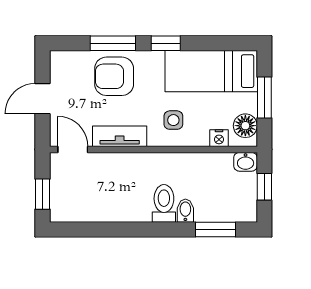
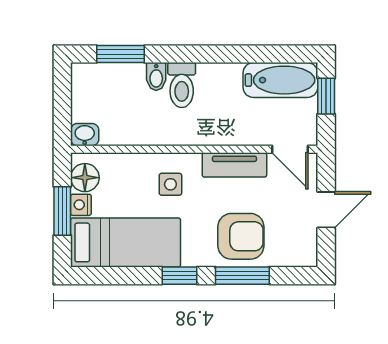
nightstand: (219, 138) -> (81, 205), moved, turned -90
window: (264, 187) -> (62, 105), removed
bathtub: (81, 208) -> (280, 80), added

